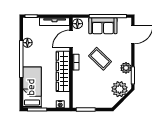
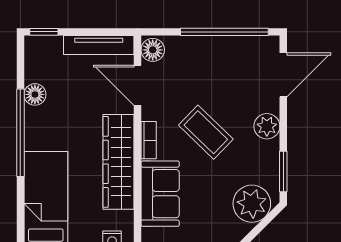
sofa: (103, 26) -> (160, 194), moved, turned -90
door: (71, 39) -> (138, 85), hinge flipped
plant: (126, 68) -> (267, 126), moved

